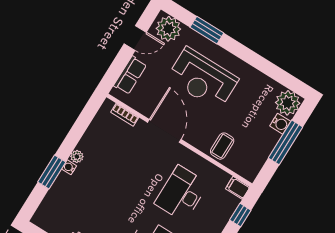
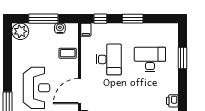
water cooler: (280, 124) -> (60, 28), moved
desk: (181, 194) -> (109, 59), turned -90

